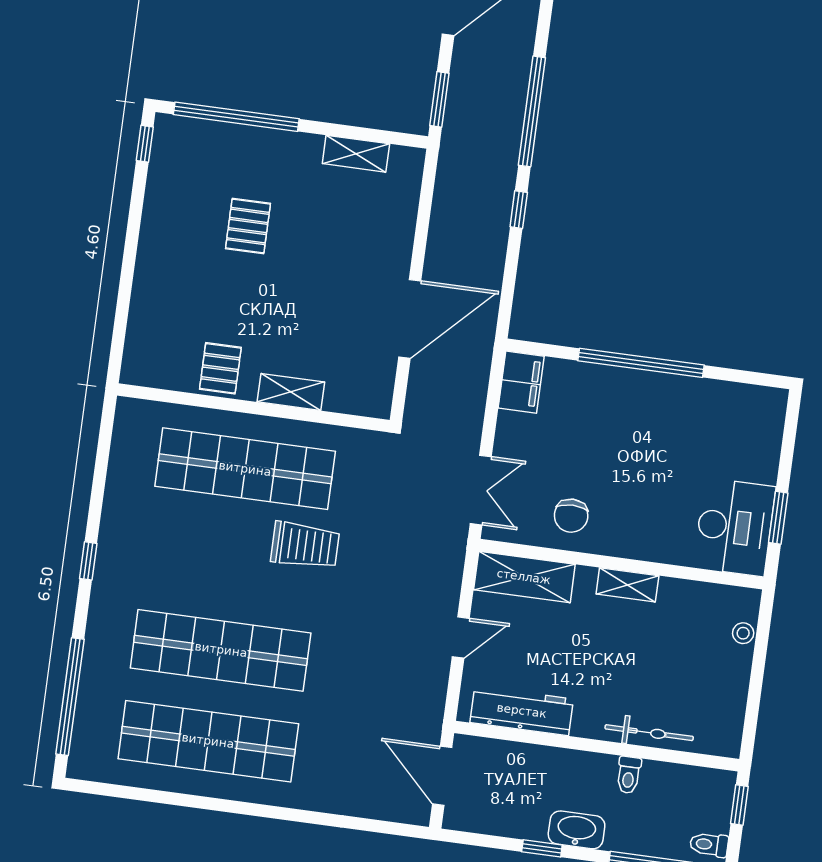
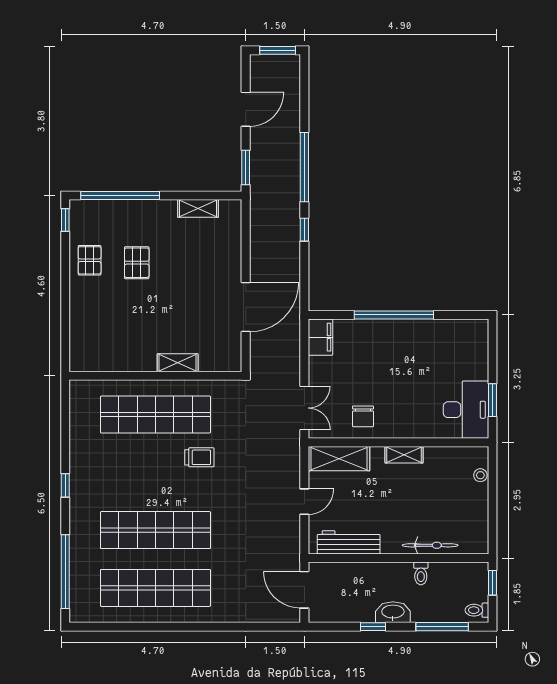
pallet: (220, 368) -> (90, 260), moved
trolley: (305, 545) -> (199, 457), width x0.73, depth x0.72

